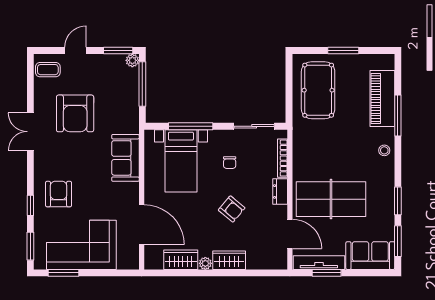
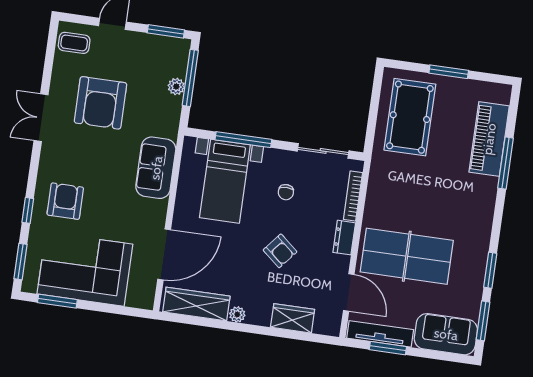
plant: (132, 60) -> (176, 86), moved
stool: (384, 150) -> (482, 205), removed
door: (142, 225) -> (164, 254), hinge flipped
wardrobe: (181, 260) -> (196, 304), width x1.50
wardrobe: (229, 260) -> (293, 318), moved

